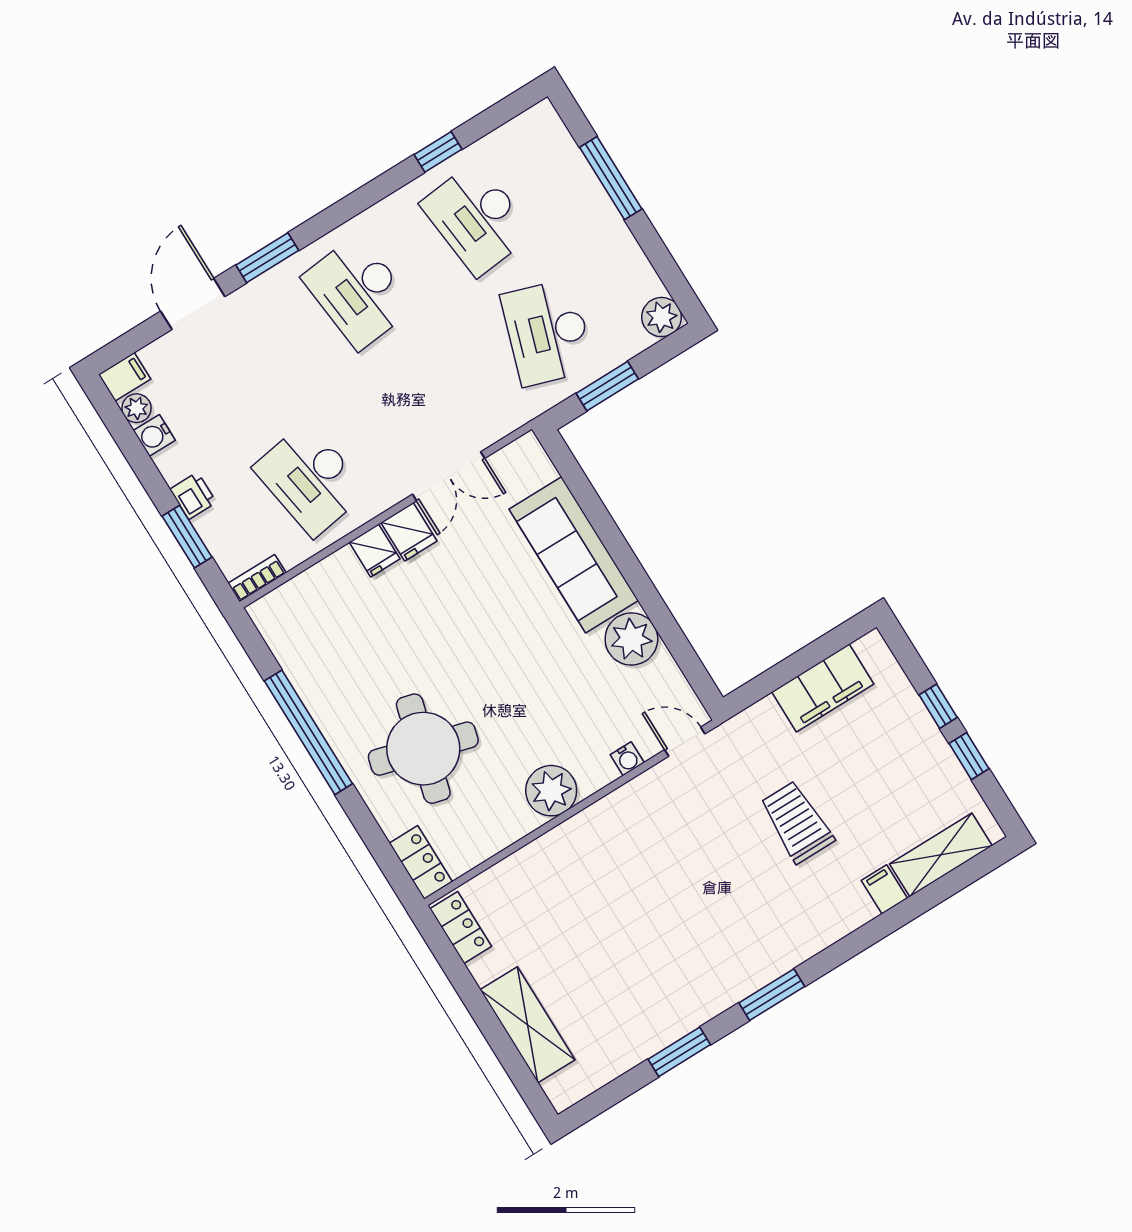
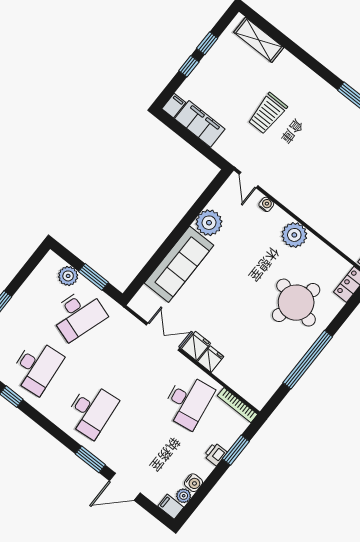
plant: (662, 317) -> (68, 276), moved
bookcase: (257, 578) -> (237, 405), width x1.56
filing cabinet: (884, 889) -> (174, 106), moved, turned 180

